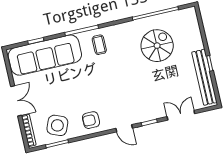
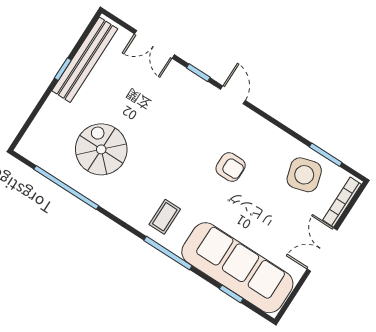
spiral stairs: (157, 46) -> (101, 149), turned 90
armchair: (91, 120) -> (231, 167), moved
side table: (57, 125) -> (304, 175), turned -38

